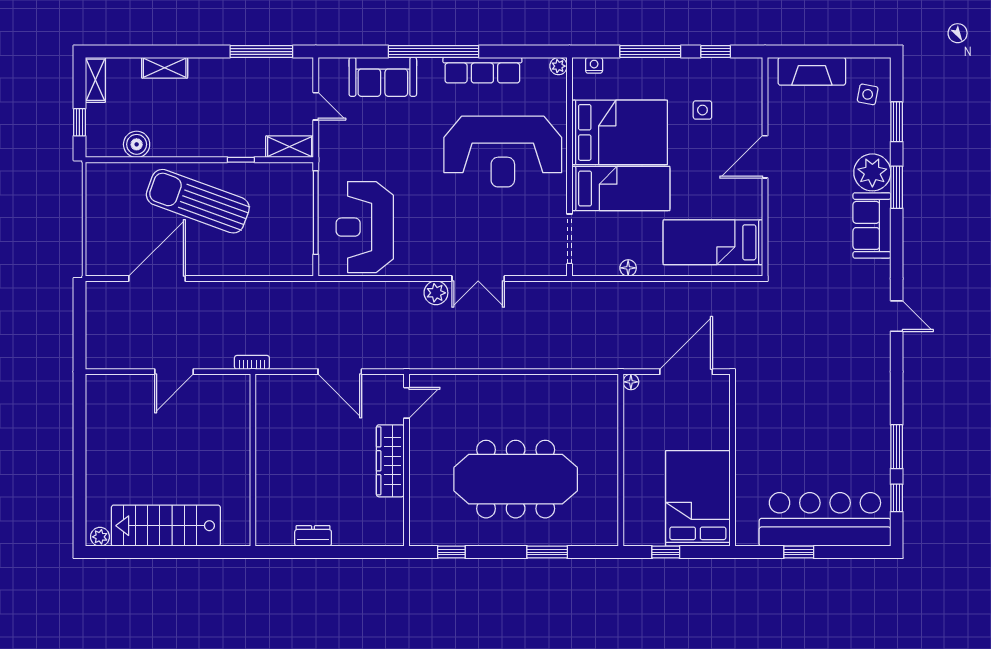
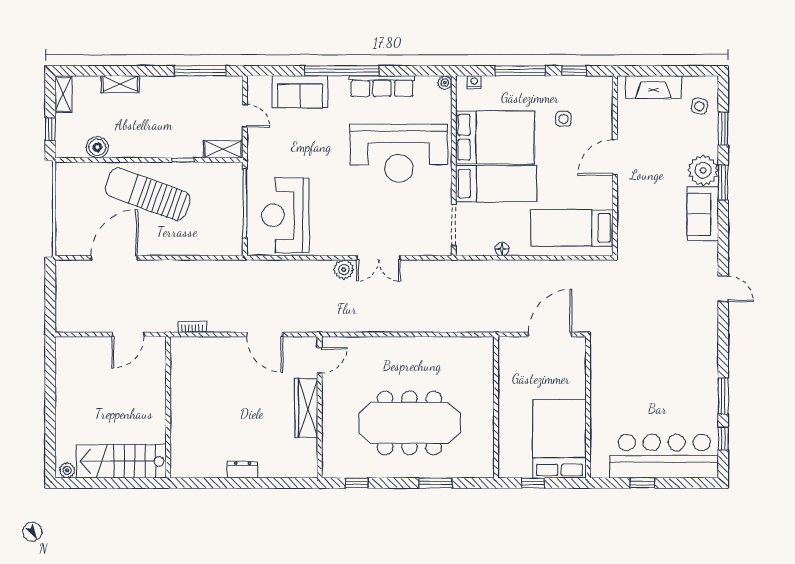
floor lamp: (631, 382) -> (504, 343), removed
wall: (253, 460) -> (168, 407), moved

